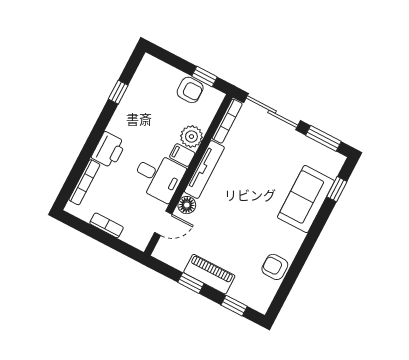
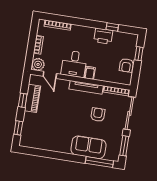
window: (205, 77) -> (139, 54), moved
plant: (191, 137) -> (38, 64), moved
printer: (109, 150) -> (103, 36), moved
window: (337, 189) -> (99, 162), width x2.17
floor lamp: (187, 205) -> (64, 84), removed
armchair: (275, 267) -> (98, 115), moved
piano: (209, 274) -> (32, 98), moved

